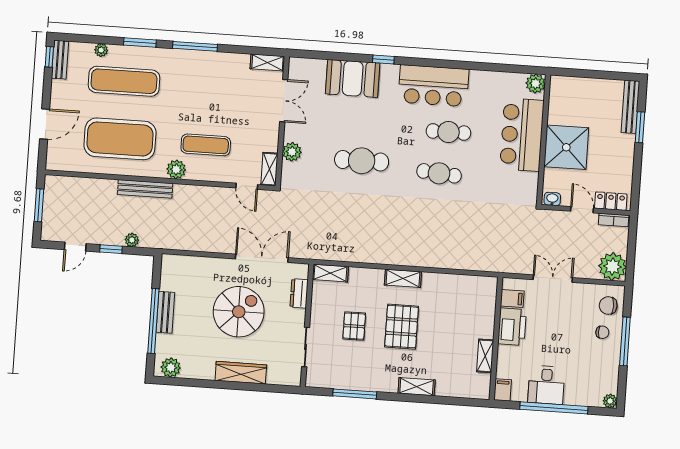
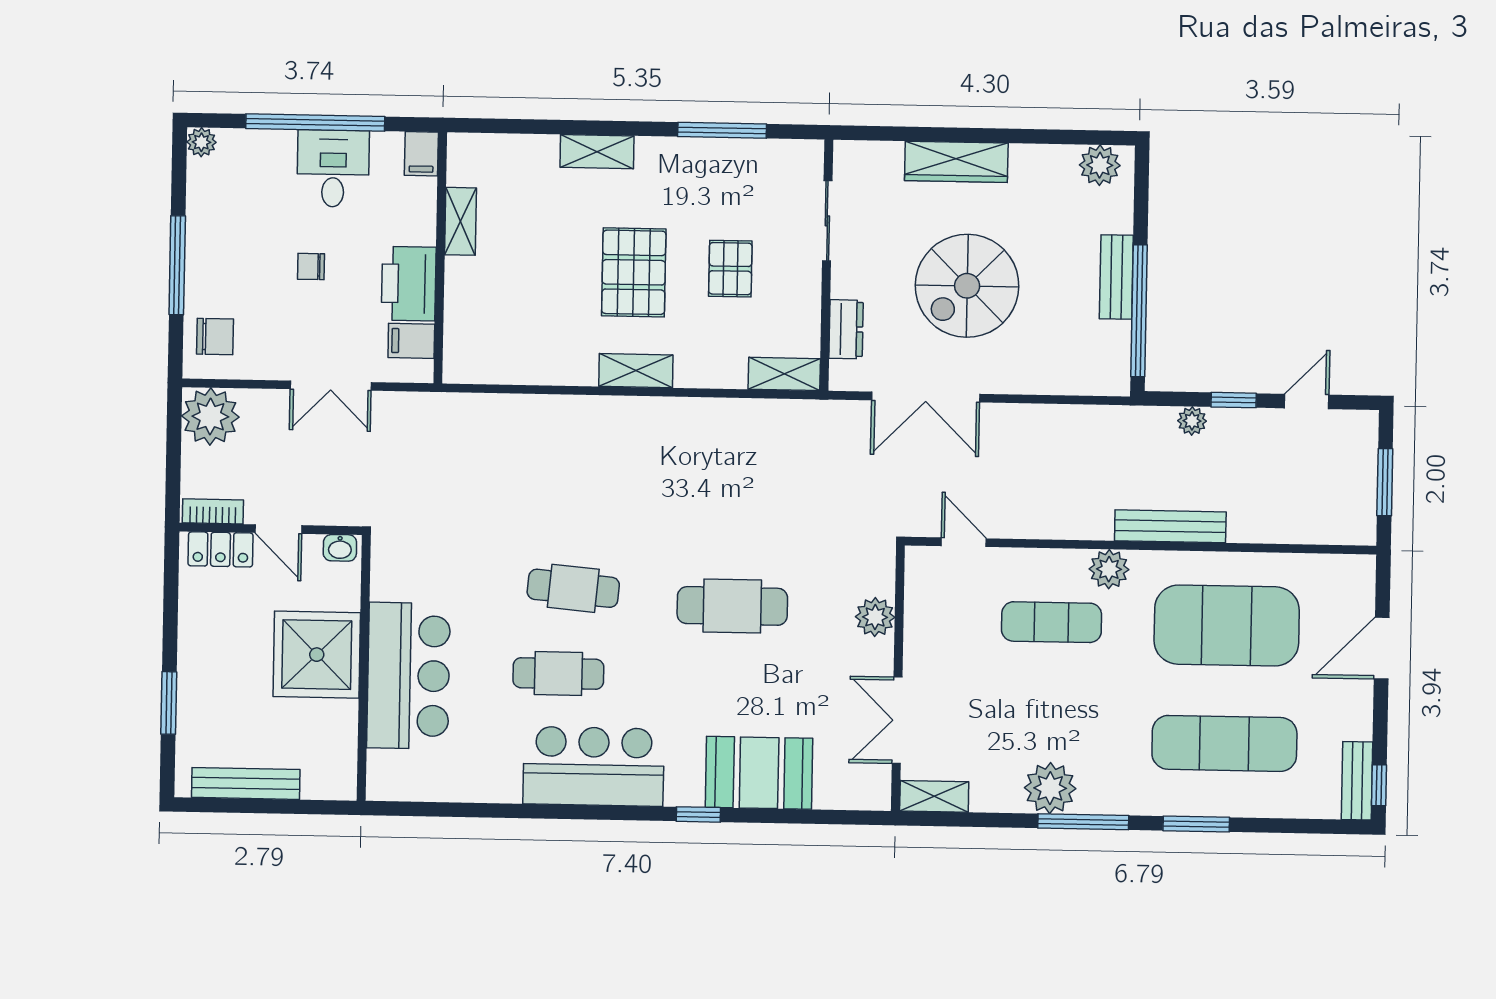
plant: (101, 50) -> (1050, 788), moved, width x1.88, depth x1.88
plant: (536, 84) -> (386, 781), removed
bench: (630, 107) -> (246, 783), moved, turned 90
shelving: (269, 169) -> (919, 579), removed
window: (153, 321) -> (1139, 311), moved
chair: (602, 332) -> (311, 266), moved

